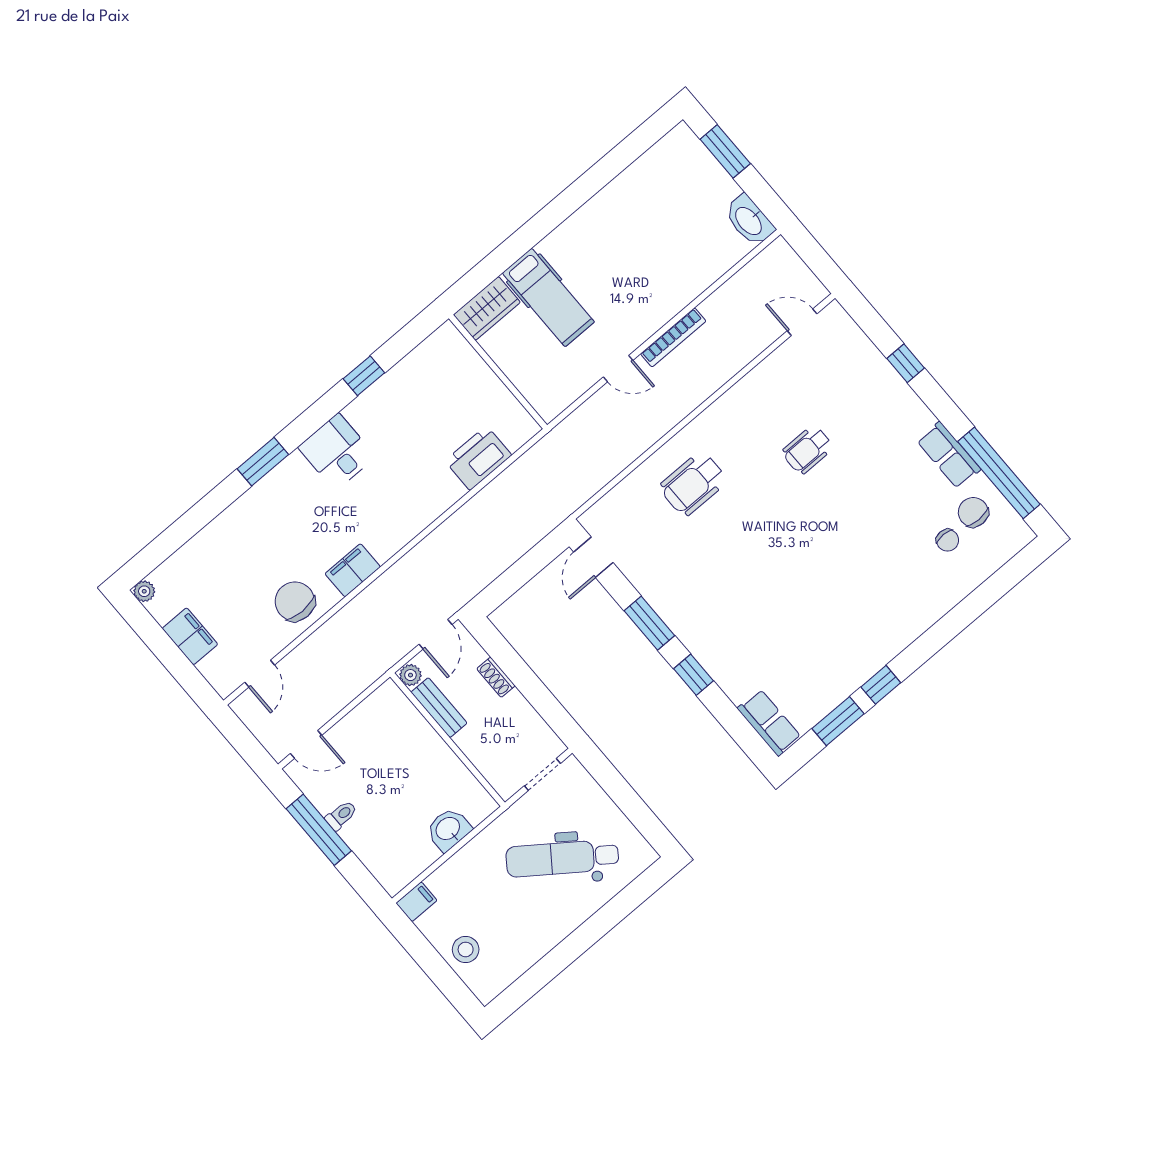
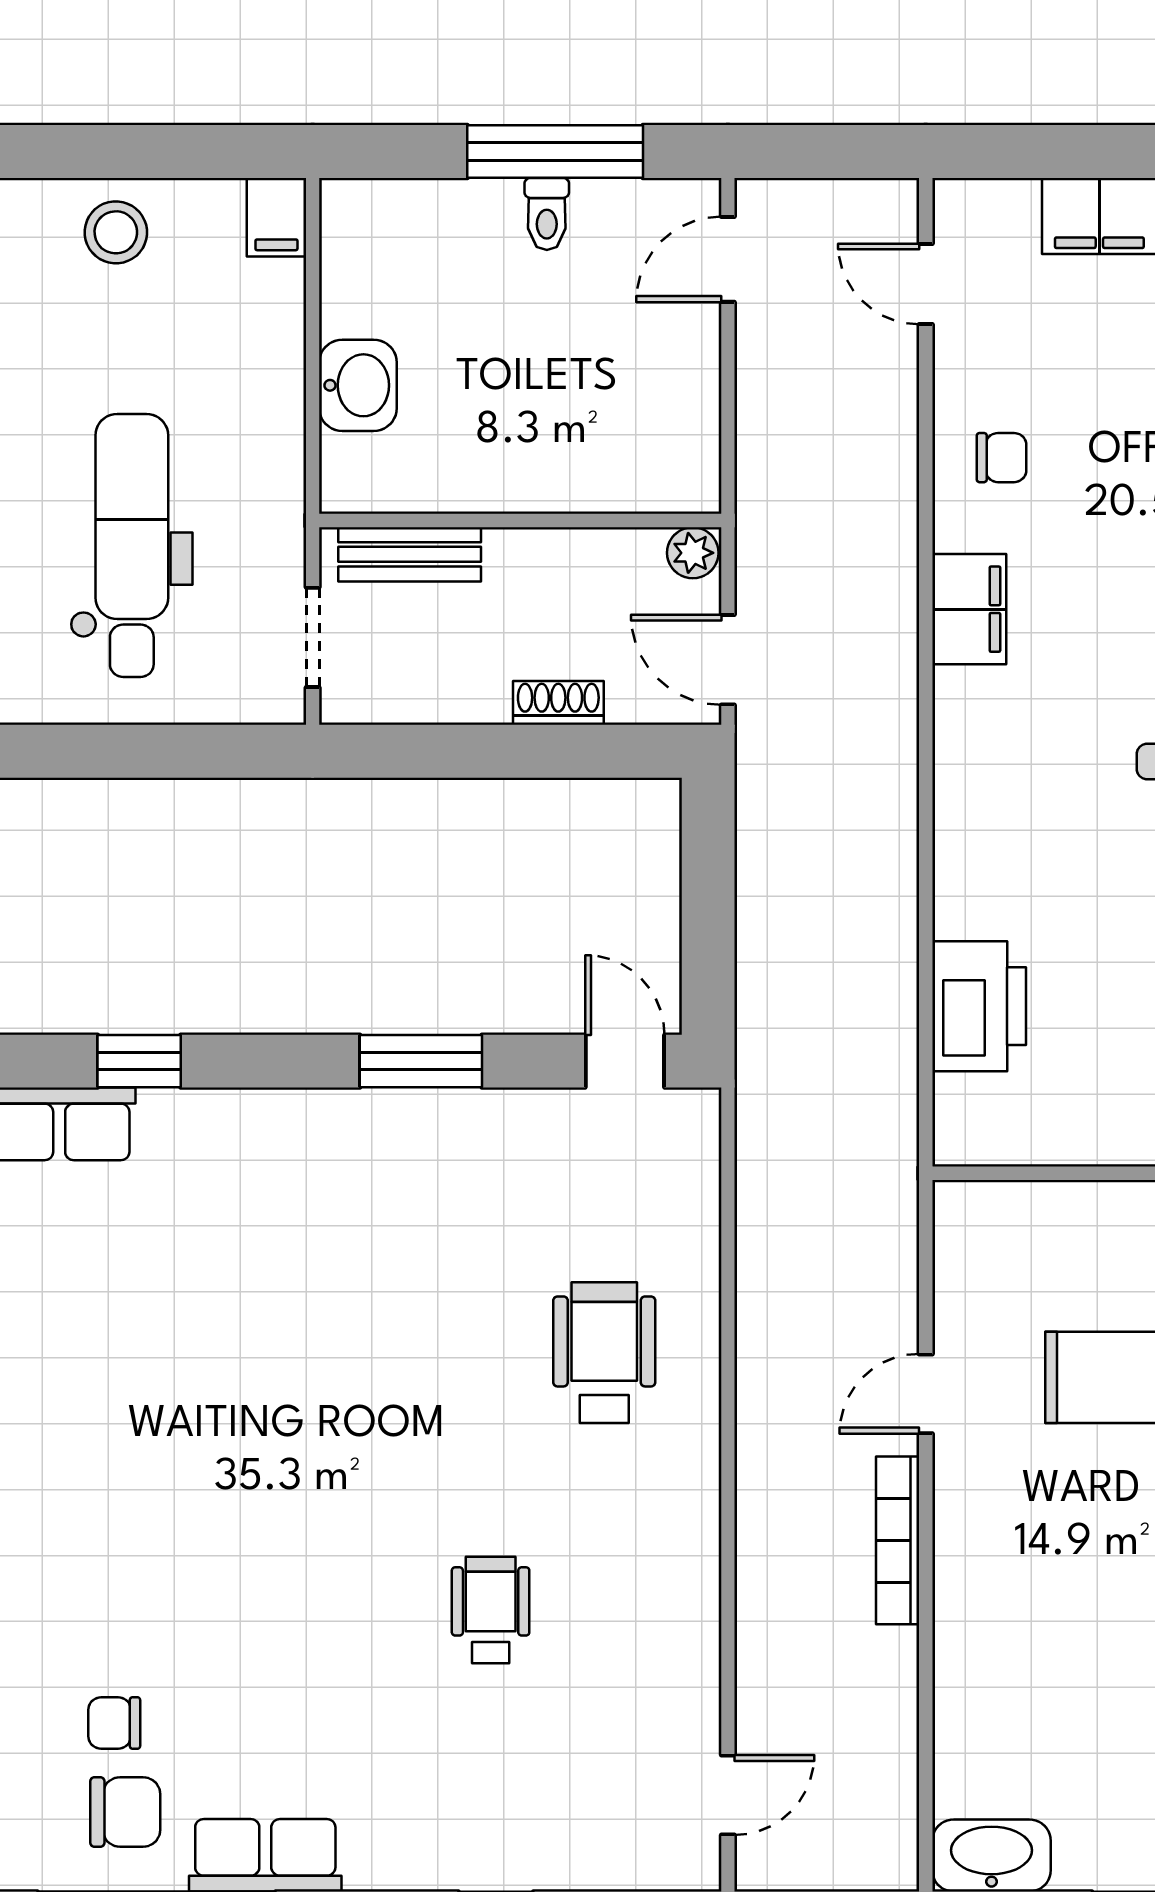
chair: (295, 601) -> (1002, 458), width x0.54, depth x0.54
window: (693, 675) -> (139, 1061), moved
bench: (439, 708) -> (410, 554), moved
dental chair: (562, 858) -> (132, 545), turned -36

